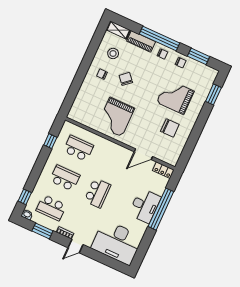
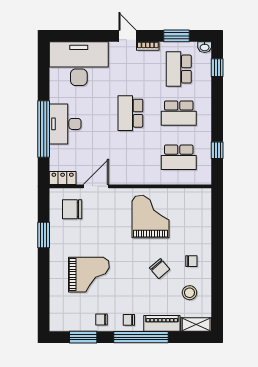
window: (213, 94) -> (44, 235), moved
chair: (170, 128) -> (72, 209), moved
school desk: (51, 208) -> (179, 69), turned -90
door: (76, 246) -> (127, 36), hinge flipped

